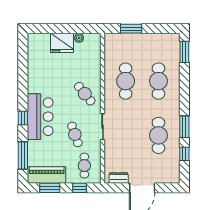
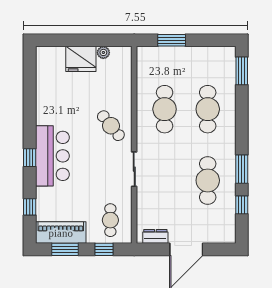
cafe table: (75, 134) -> (98, 179), removed
window: (23, 155) -> (30, 207), width x0.46

